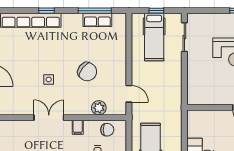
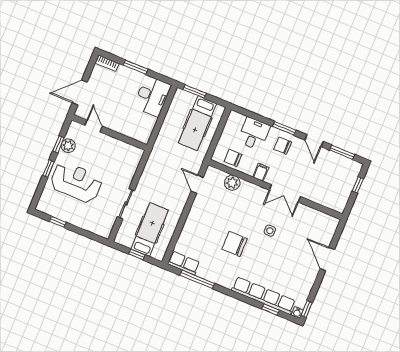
window: (47, 11) -> (271, 310), moved
row of seats: (97, 20) -> (184, 263), moved
sliding door: (184, 37) -> (126, 204), moved
chair: (87, 72) -> (234, 244), moved, turned -38

